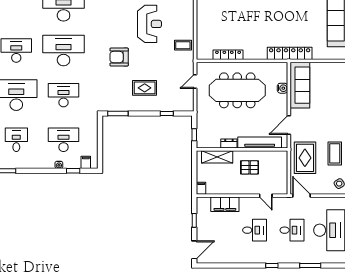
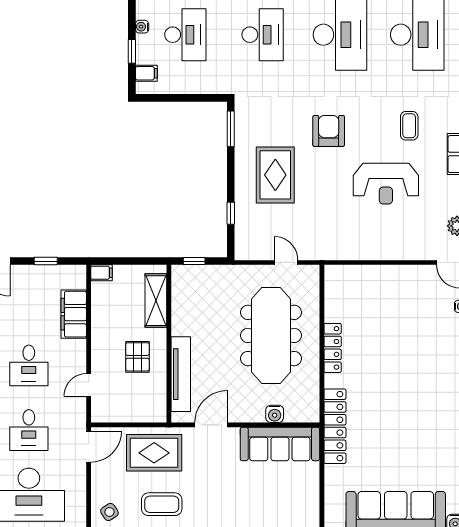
coffee table: (183, 45) -> (409, 126), moved
locker: (228, 55) -> (333, 348), moved
rug: (145, 88) -> (275, 175), width x1.36, depth x1.43
door: (289, 125) -> (211, 425), hinge flipped
dresser: (229, 143) -> (179, 321), removed

